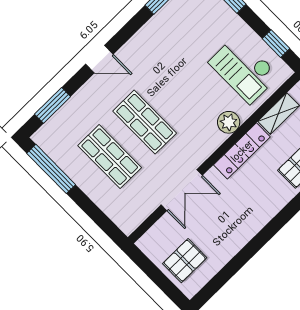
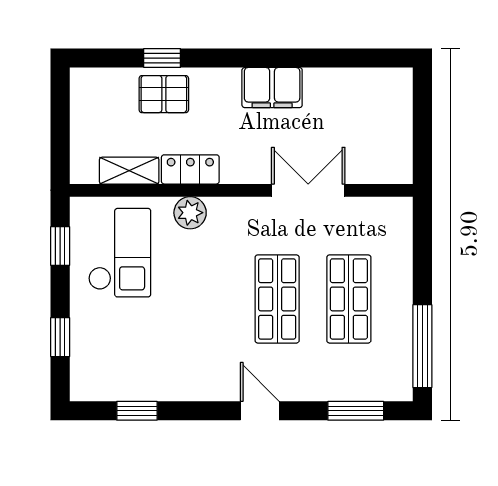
locker: (242, 151) -> (190, 169), width x0.66
filing cabinet: (249, 223) -> (272, 88), added
pallet: (185, 261) -> (378, 114), removed

